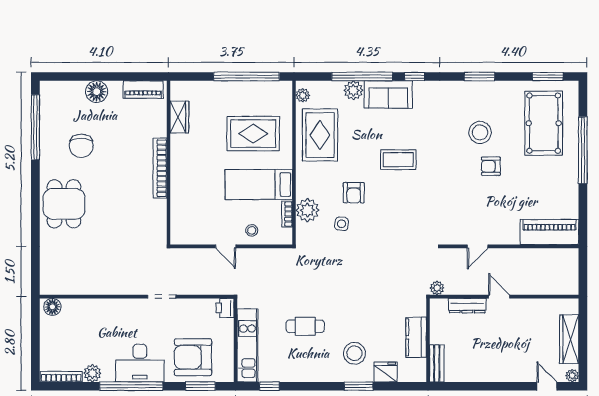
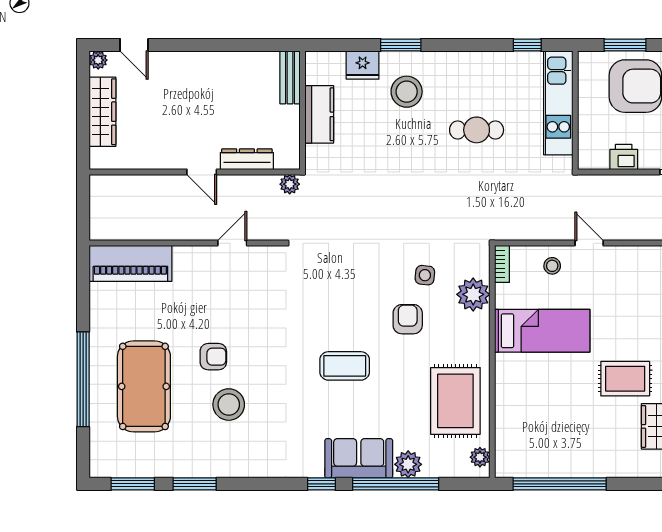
window: (479, 76) -> (195, 484), moved
pool table: (544, 123) -> (144, 386), moved
rug: (253, 134) -> (625, 379), moved, width x0.73, depth x0.70
bookcase: (287, 214) -> (502, 264), moved
printer: (225, 308) -> (624, 157), moved, turned -90

